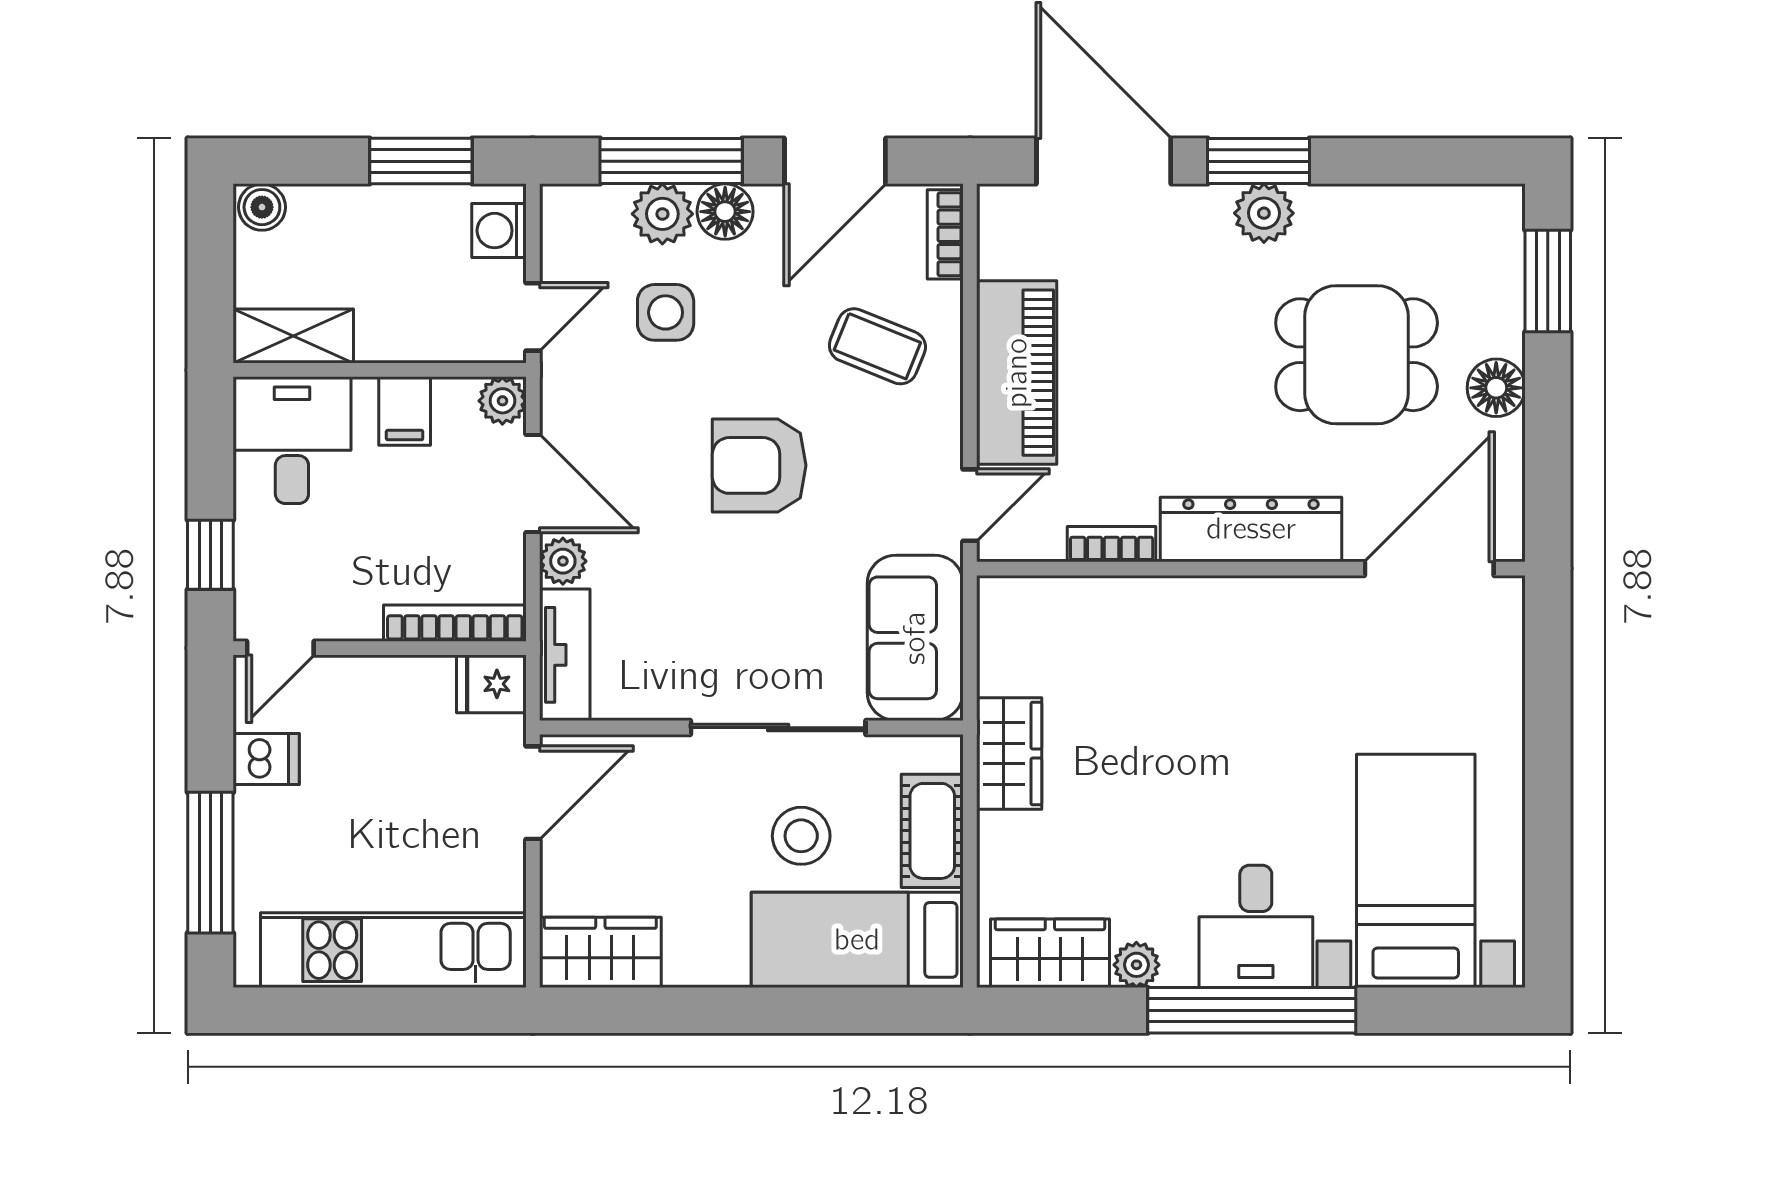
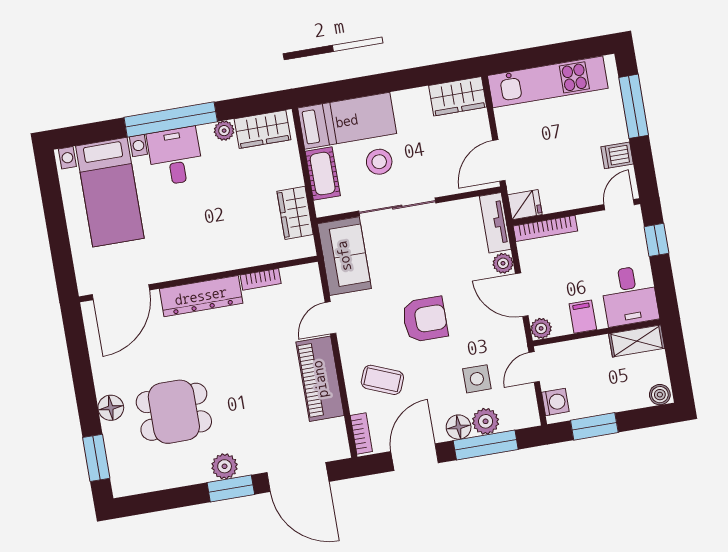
dresser: (1251, 529) -> (201, 296), moved
bookcase: (1112, 544) -> (261, 279), moved
wall: (1251, 569) -> (198, 279), moved
door: (1429, 569) -> (121, 292), moved

